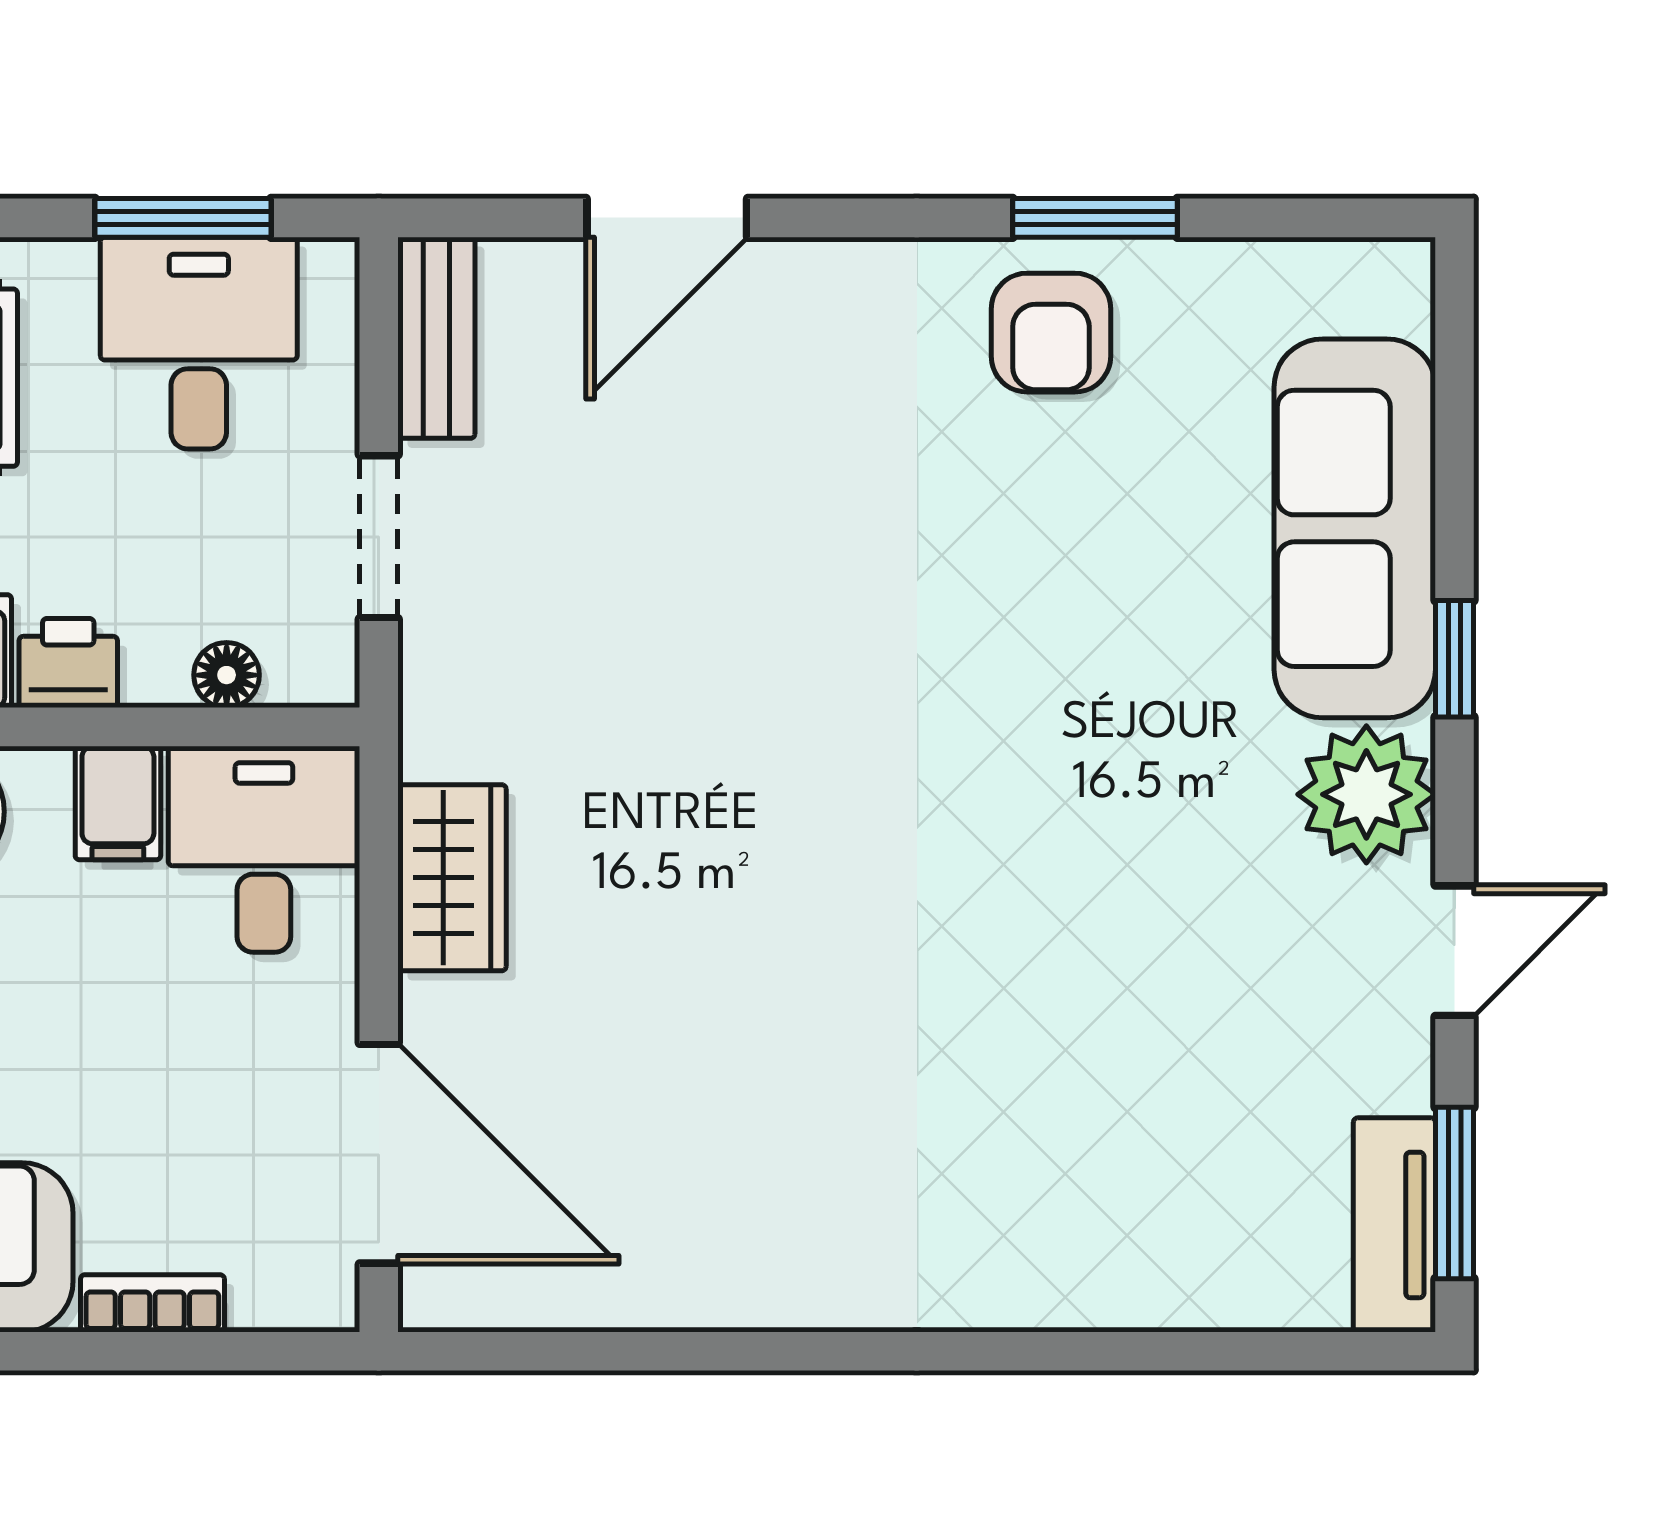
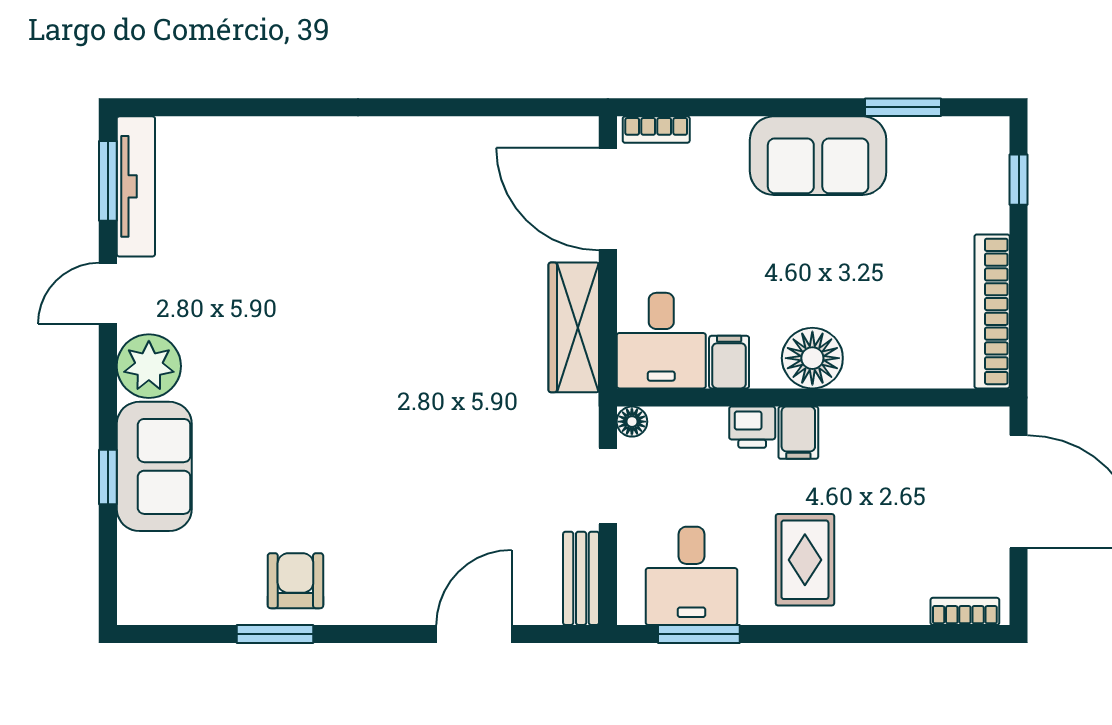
sofa: (1355, 528) -> (154, 466), width x0.73
window: (1454, 659) -> (108, 477), moved
floor lamp: (227, 675) -> (632, 422), moved
wardrobe: (452, 878) -> (574, 327), width x1.50
tv unit: (1394, 1225) -> (136, 186), width x1.41
bookcase: (152, 1303) -> (656, 130), moved

